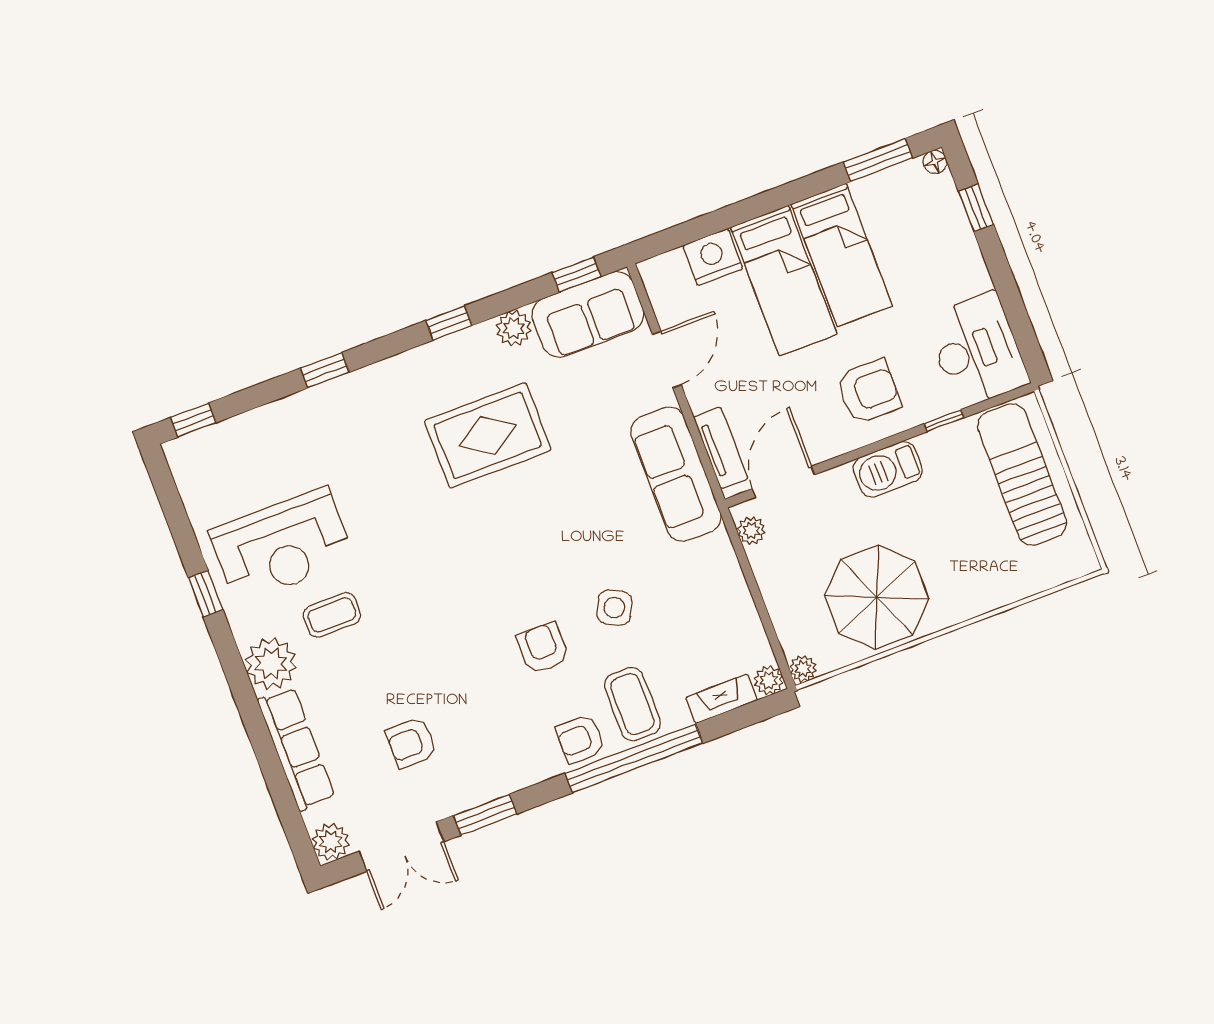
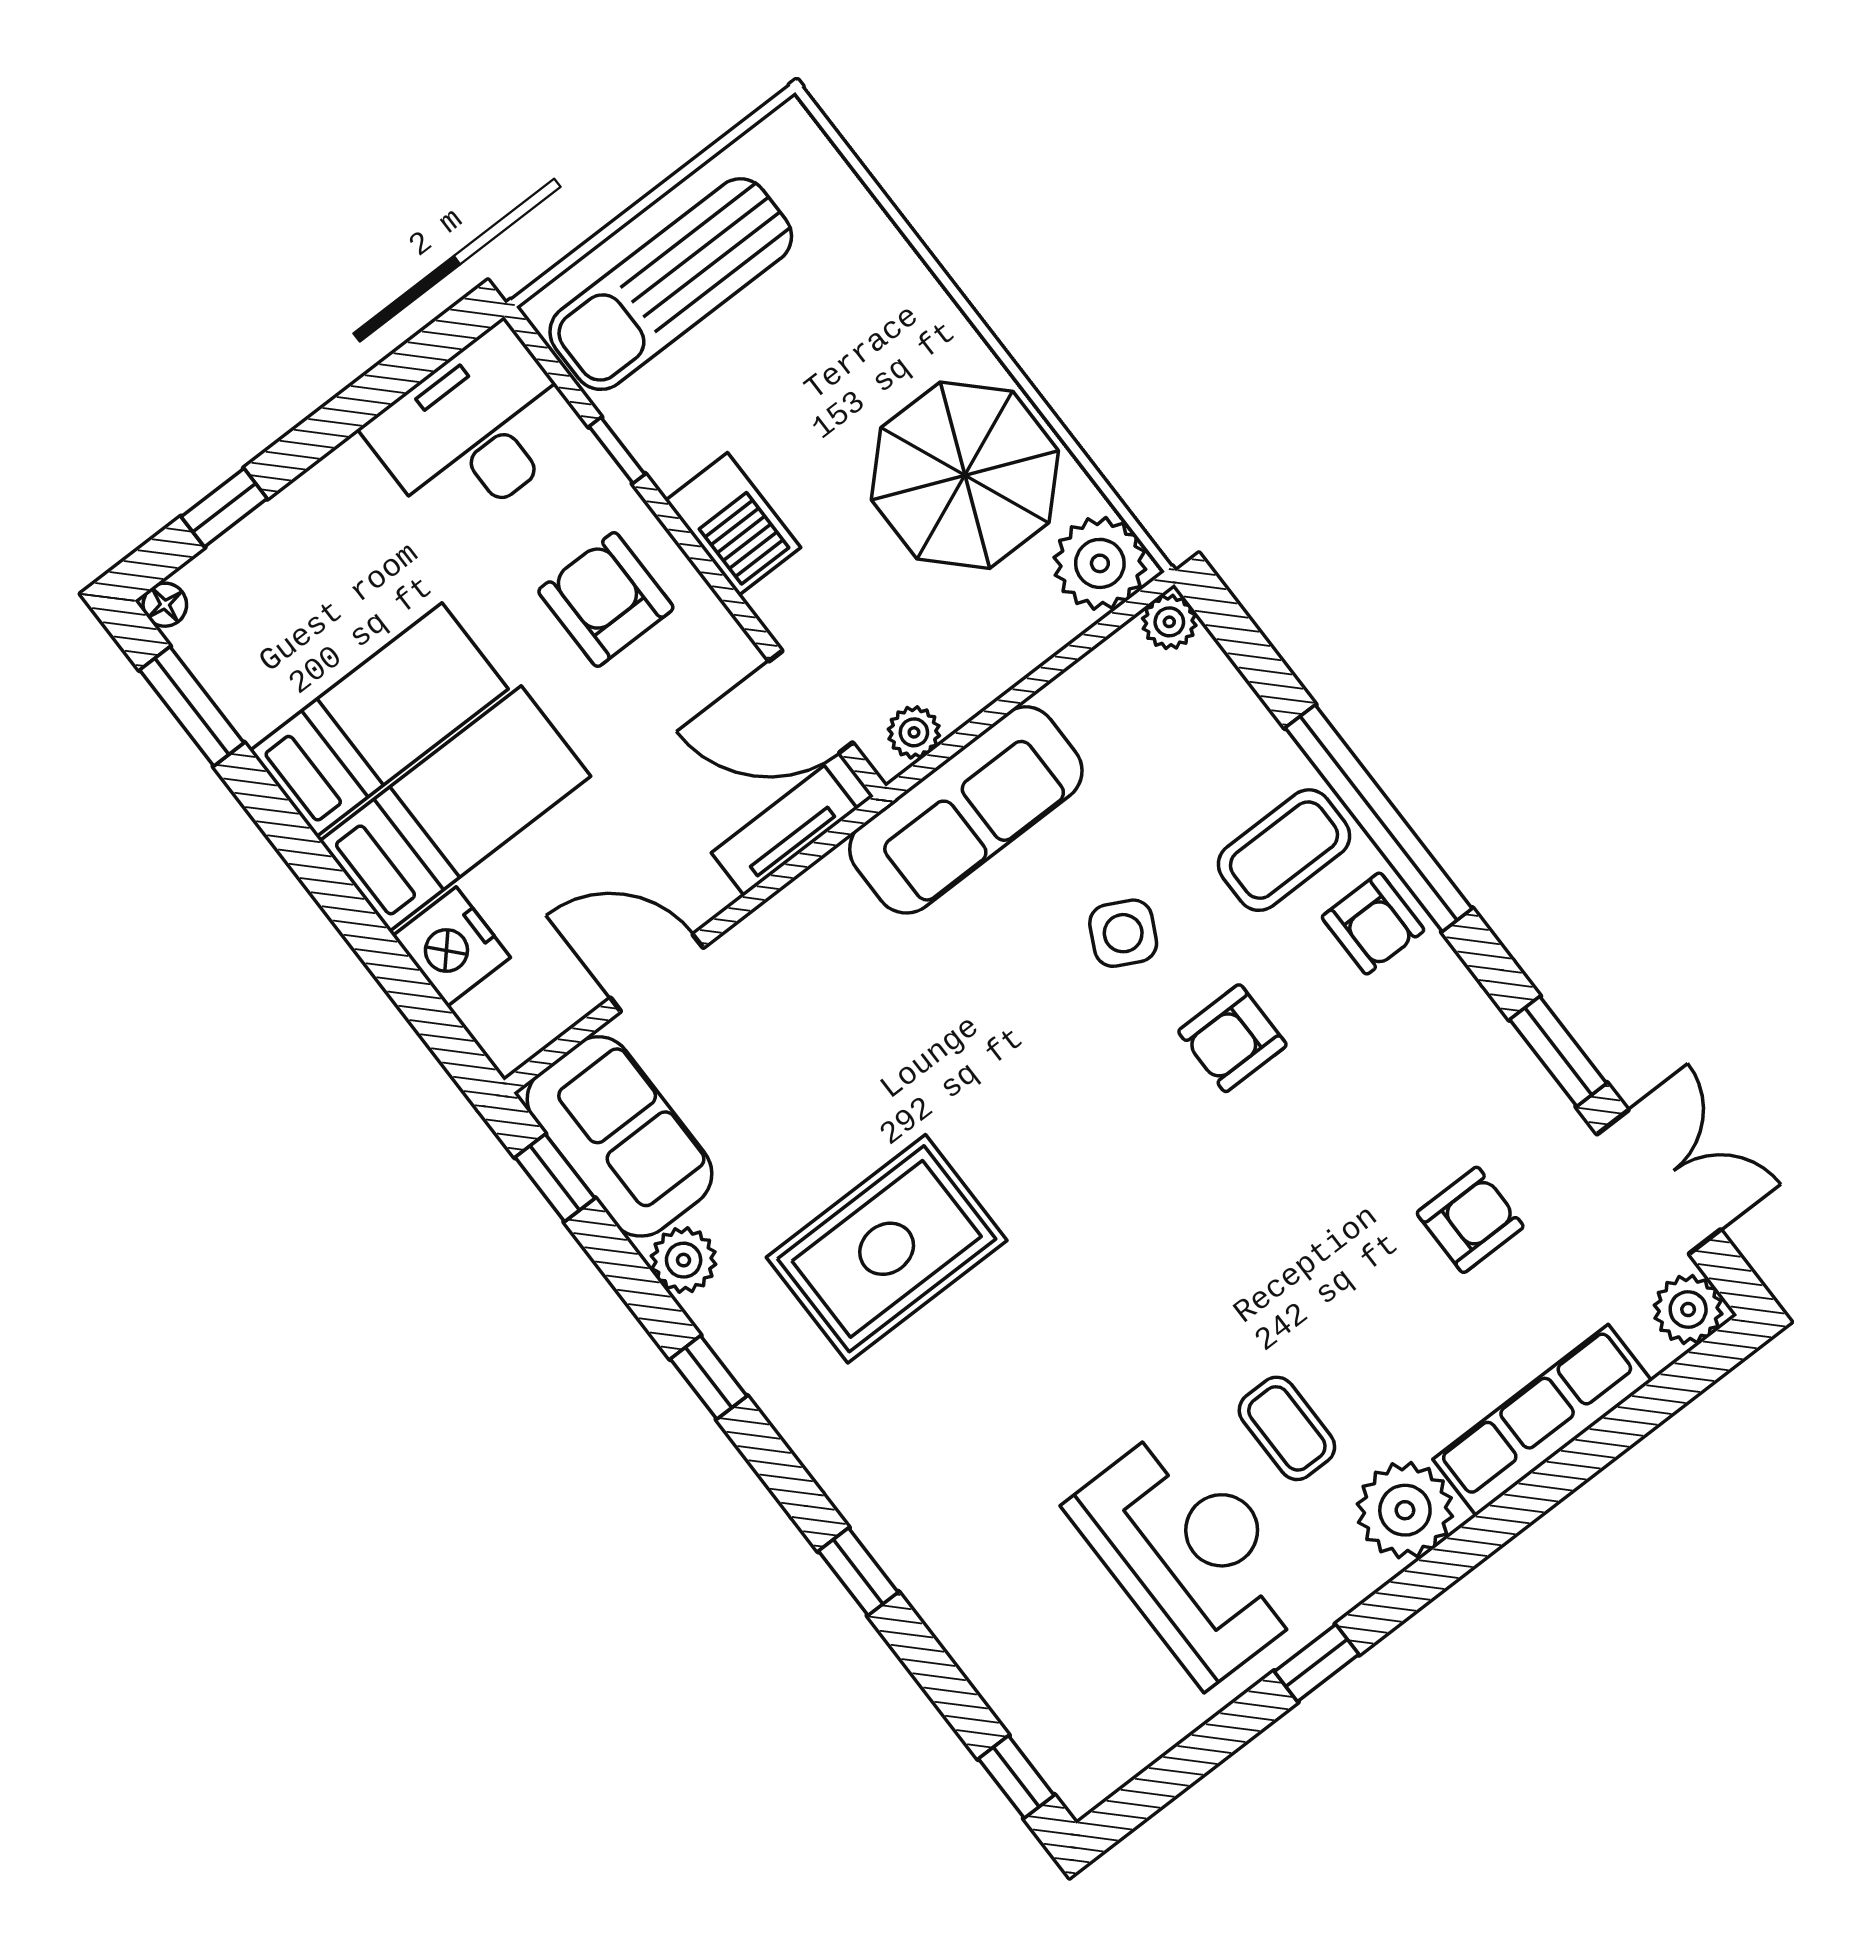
rug: (488, 435) -> (887, 1249), turned 90
sofa: (676, 474) -> (966, 810), moved
plant: (803, 669) -> (1100, 563), width x1.88, depth x1.88
fireplace: (721, 699) -> (1227, 695), removed
armchair: (411, 743) -> (1470, 1220), turned -90

